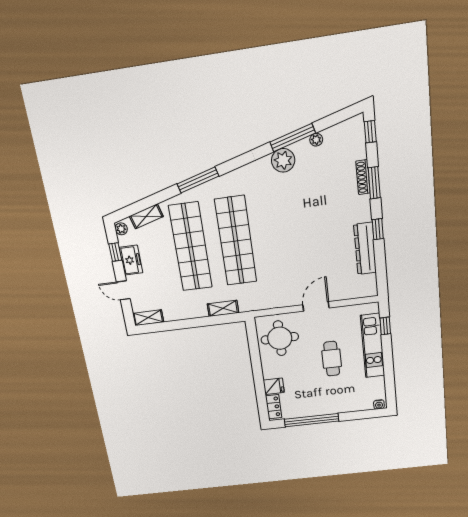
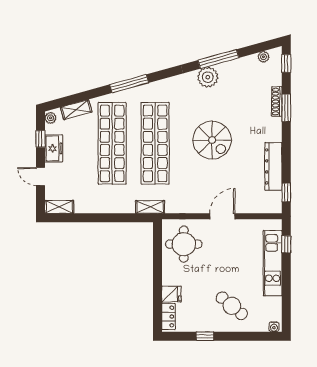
plant: (316, 140) -> (264, 57), moved
spiral stairs: (296, 229) -> (212, 140), added
window: (378, 229) -> (286, 192), moved
shelving: (223, 308) -> (150, 207), moved
cafe table: (332, 359) -> (232, 306), moved, turned -50
window: (311, 420) -> (205, 336), width x0.32

